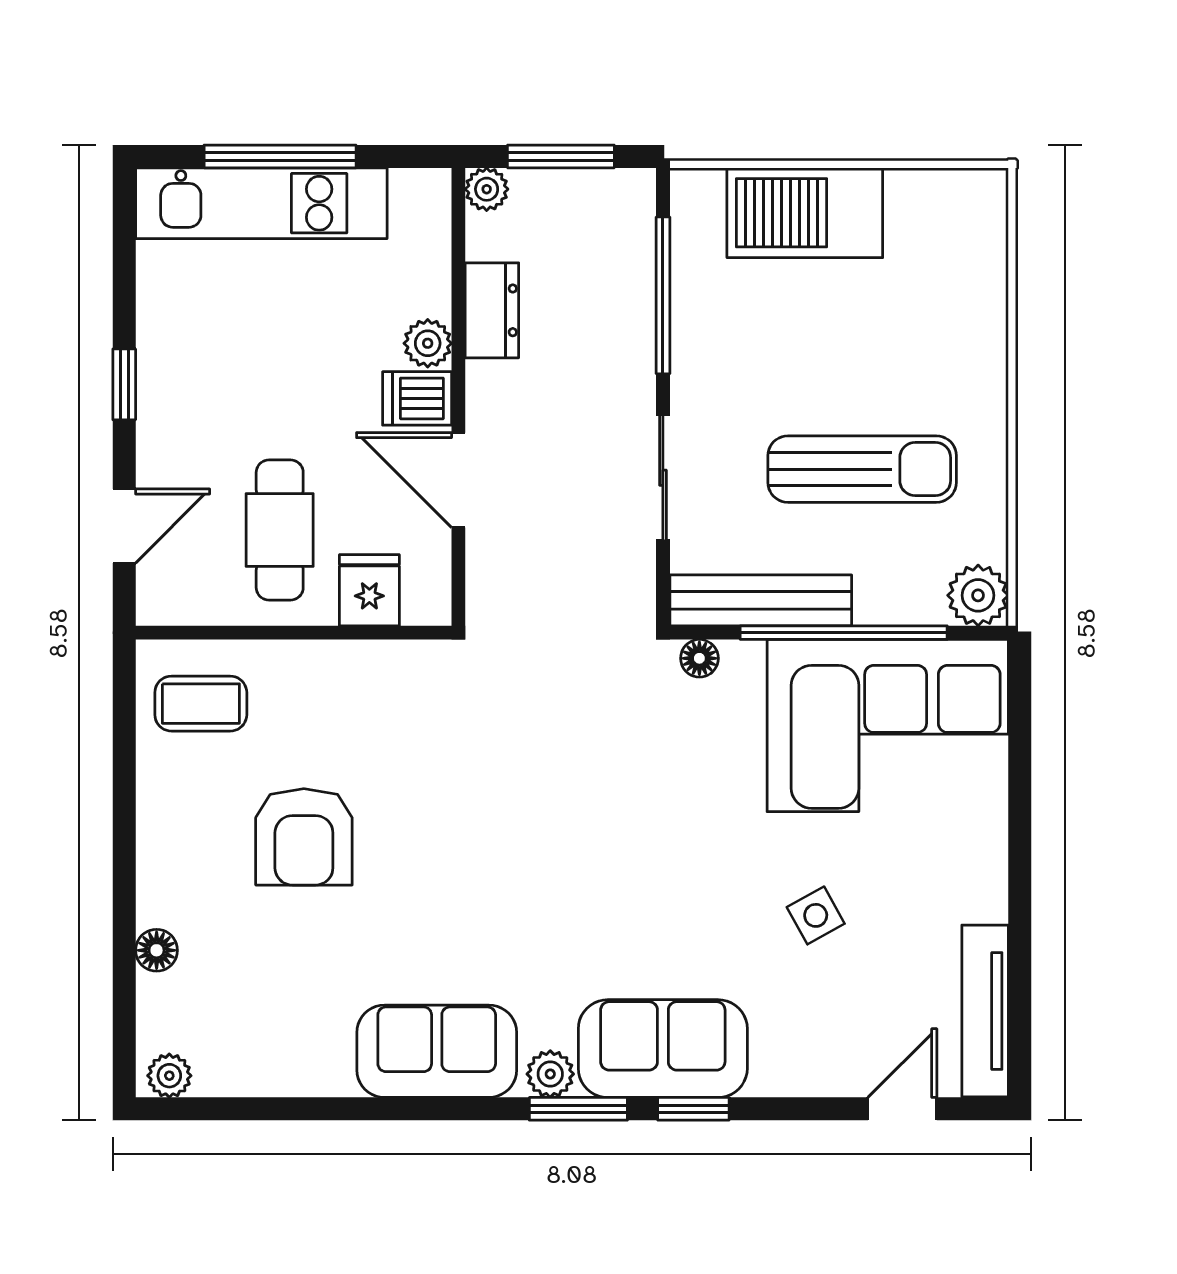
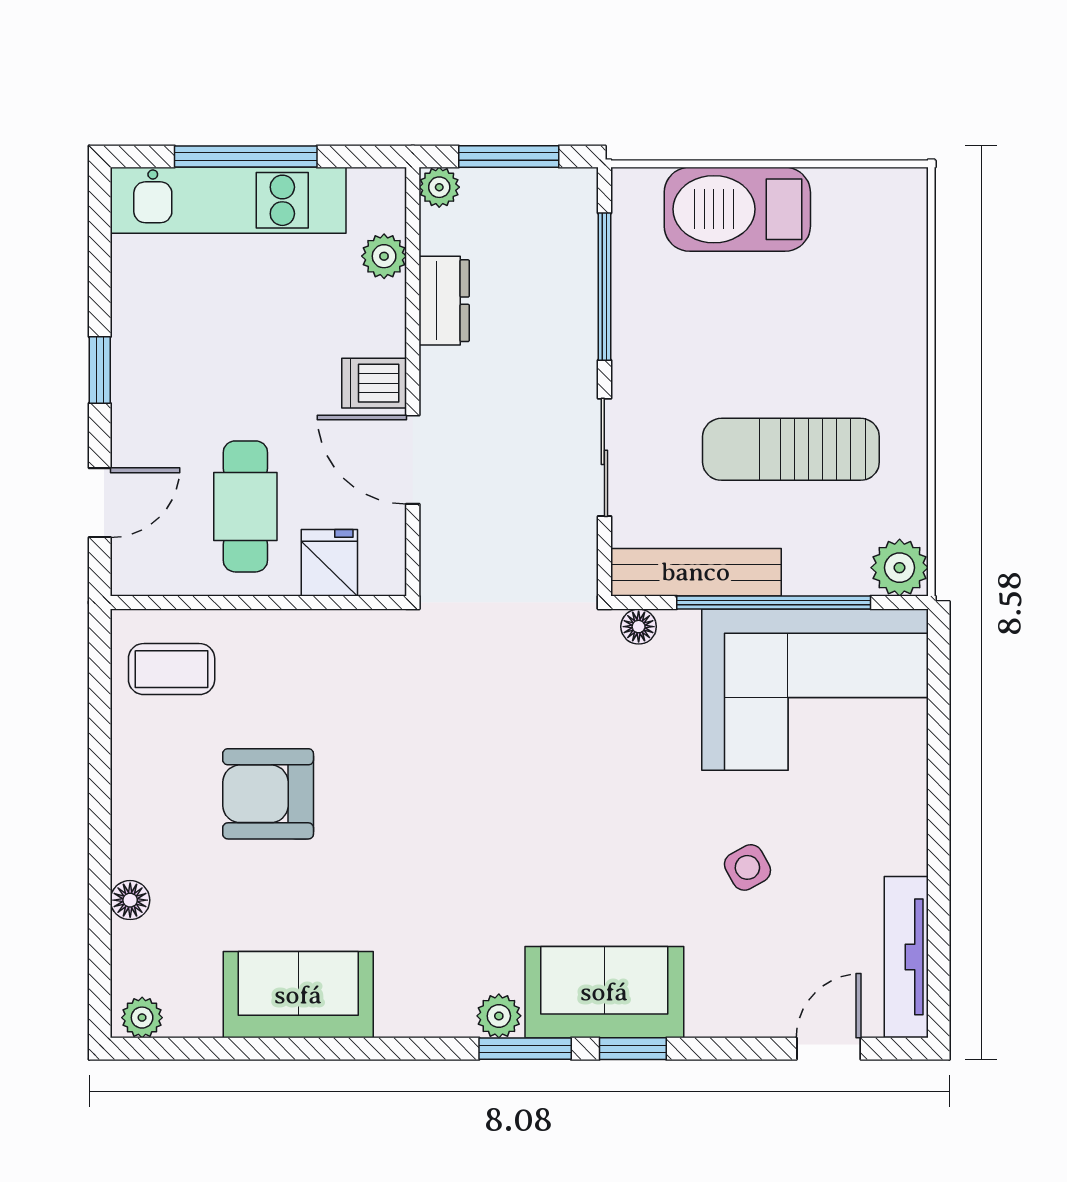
plant: (428, 343) -> (384, 256), moved
sun lounger: (862, 469) -> (791, 449), turned 180
armchair: (304, 837) -> (268, 794), turned 90
sofa: (437, 1051) -> (298, 995), moved

